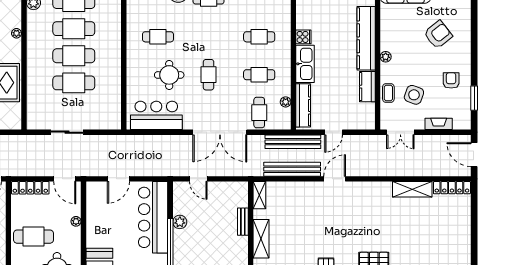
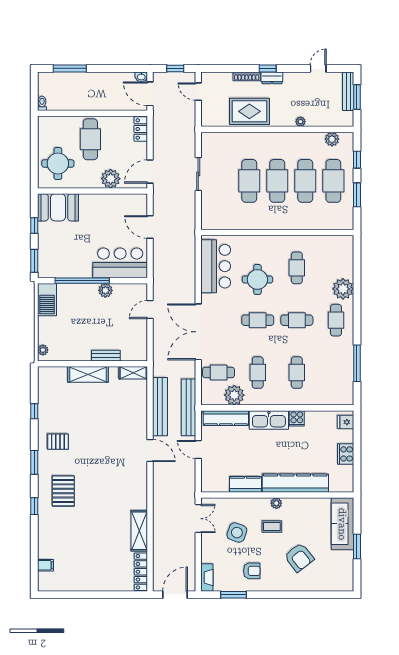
cafe table: (209, 37) -> (297, 320), added
coffee table: (388, 93) -> (272, 527), moved
plant: (286, 102) -> (234, 395), width x1.87, depth x1.87
fireplace: (439, 124) -> (207, 578), moved
double door: (400, 132) -> (198, 519), swing flipped
locker: (30, 188) -> (141, 129), width x0.66
bar counter: (153, 217) -> (120, 263), width x0.73
plant: (76, 221) -> (111, 179), width x1.87, depth x1.87

